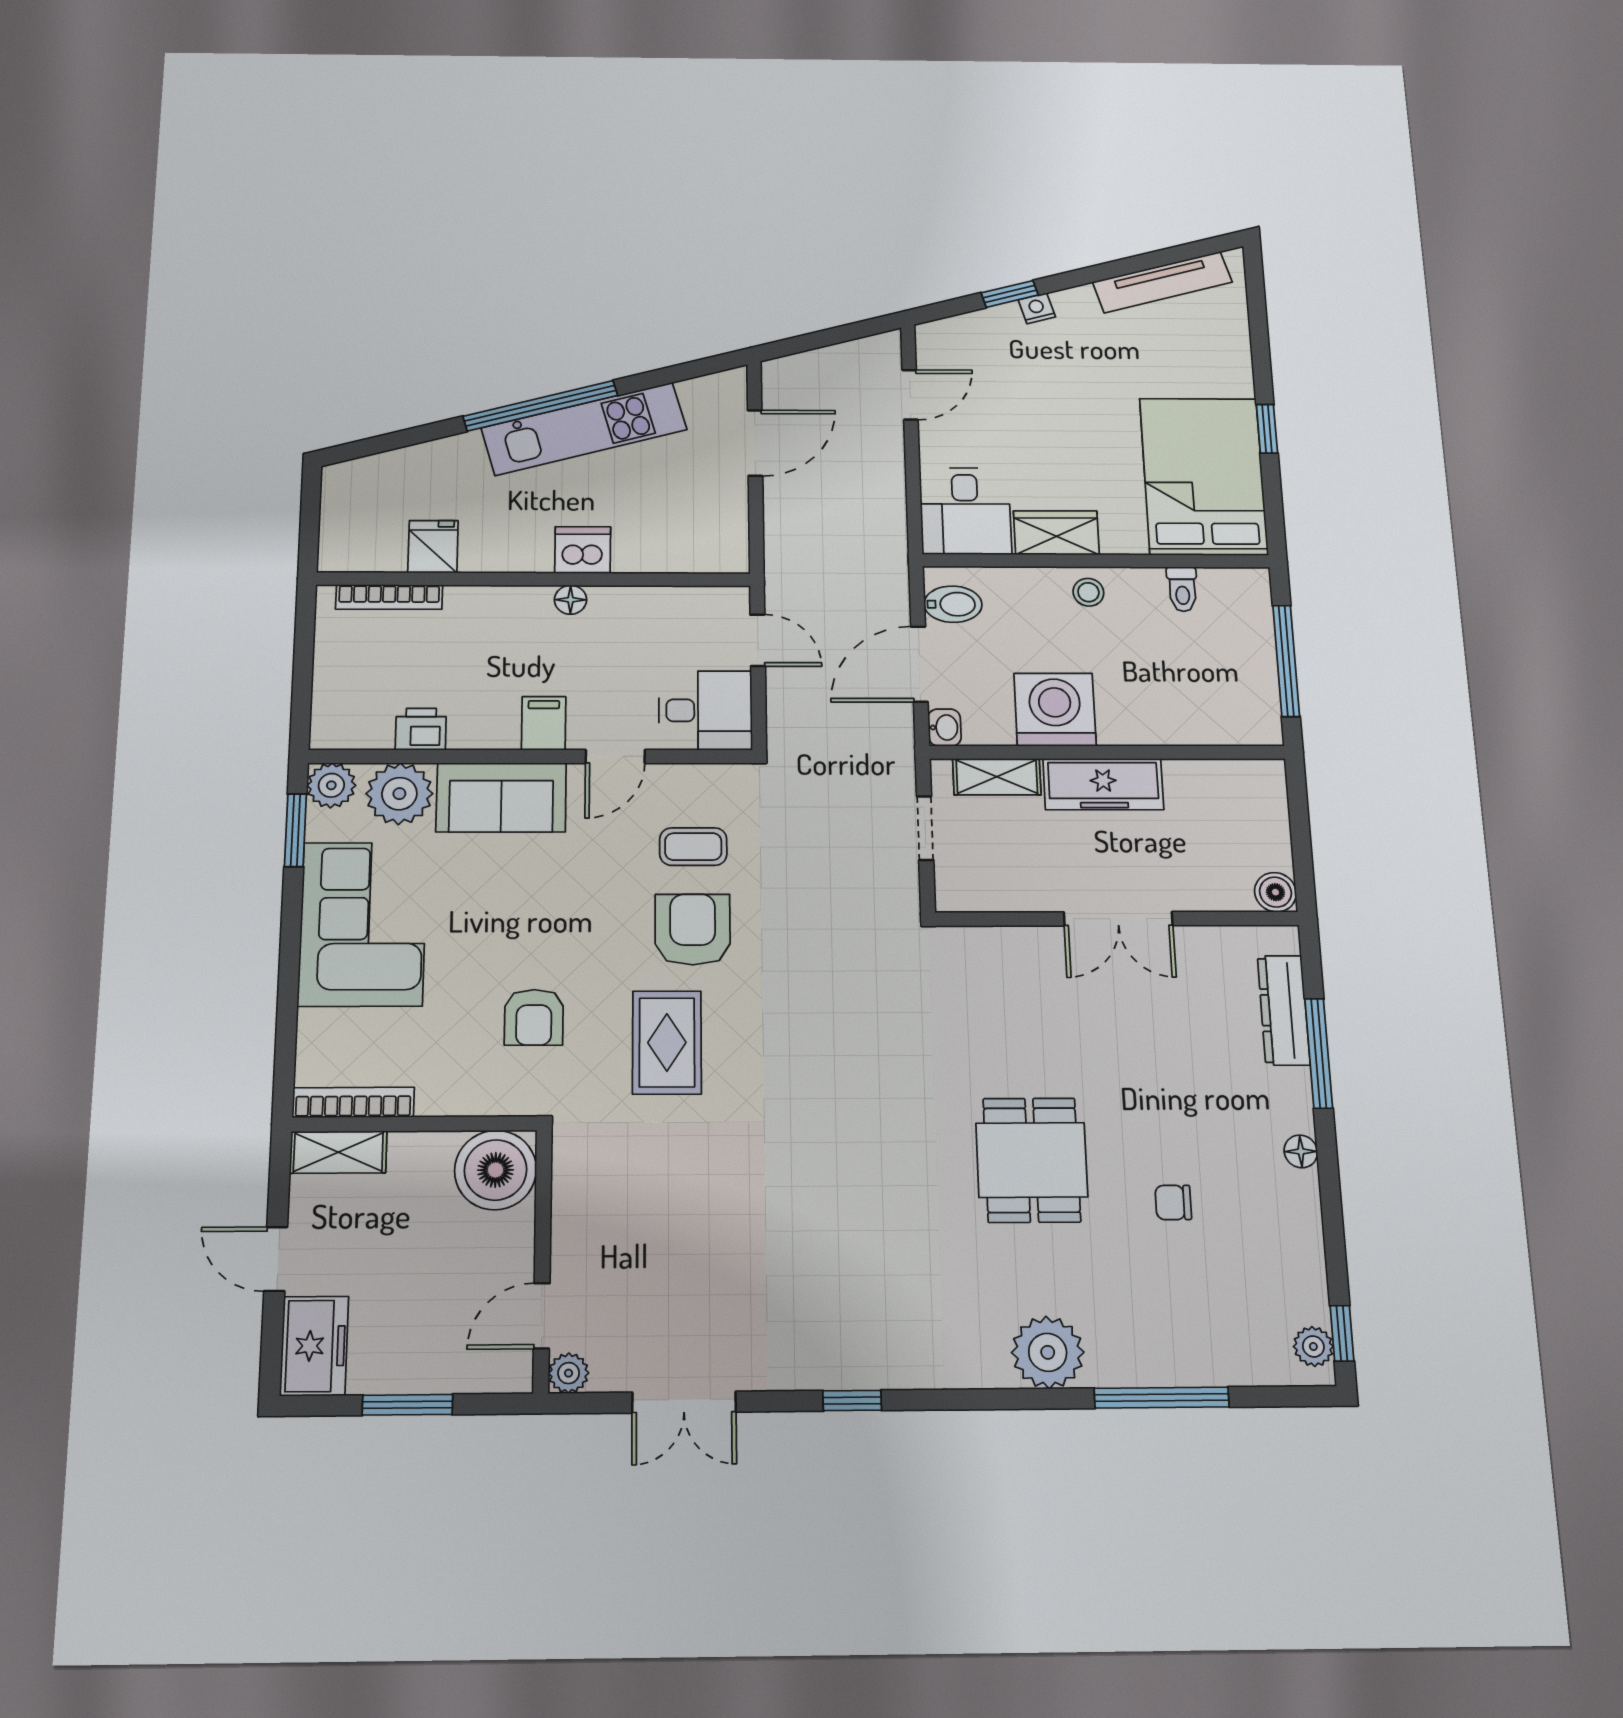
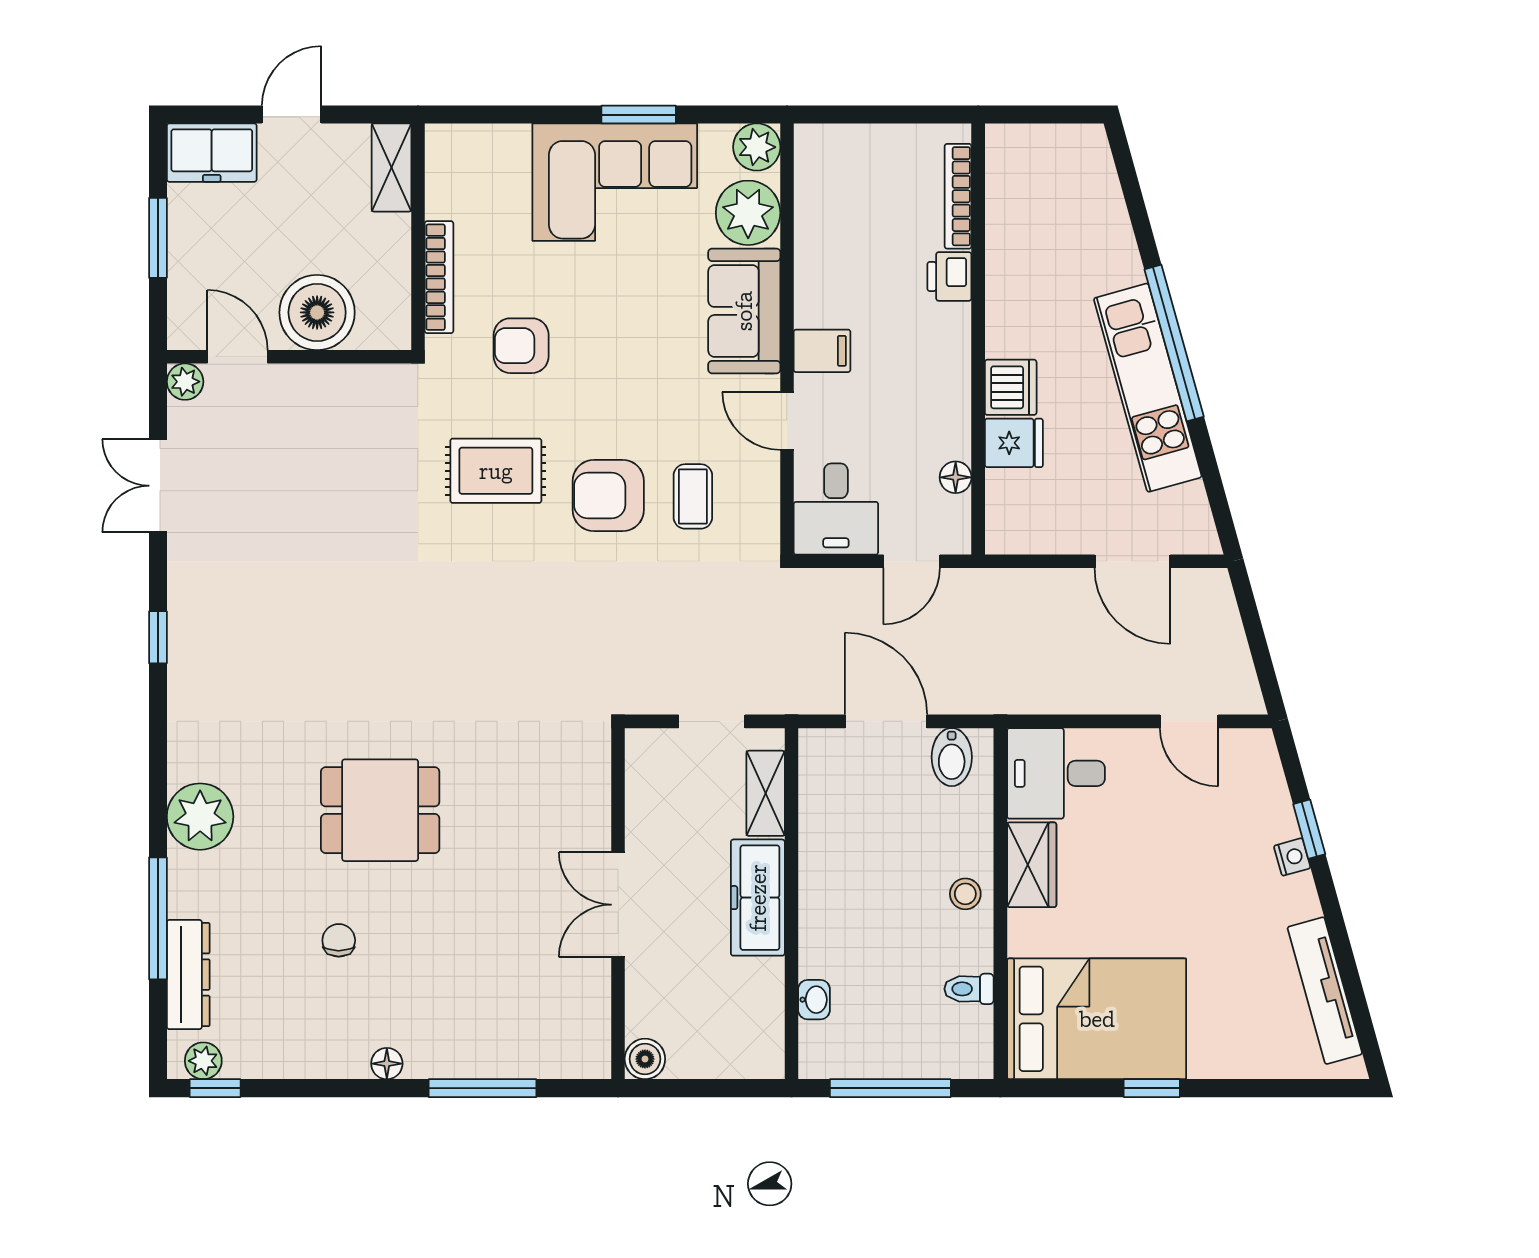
fridge: (433, 547) -> (1014, 443), moved
floor lamp: (570, 600) -> (956, 477), moved
washing machine: (1055, 710) -> (837, 854), removed
washbasin: (945, 728) -> (814, 1000), moved, turned -90
printer: (421, 729) -> (949, 276), moved, turned 180
window: (295, 830) -> (639, 115), moved
armchair: (693, 930) -> (608, 495), turned 180
dresser: (1284, 1010) -> (188, 975), moved, turned 90
bookcase: (353, 1102) -> (439, 277), moved
boiler: (496, 1170) -> (317, 312), moved

